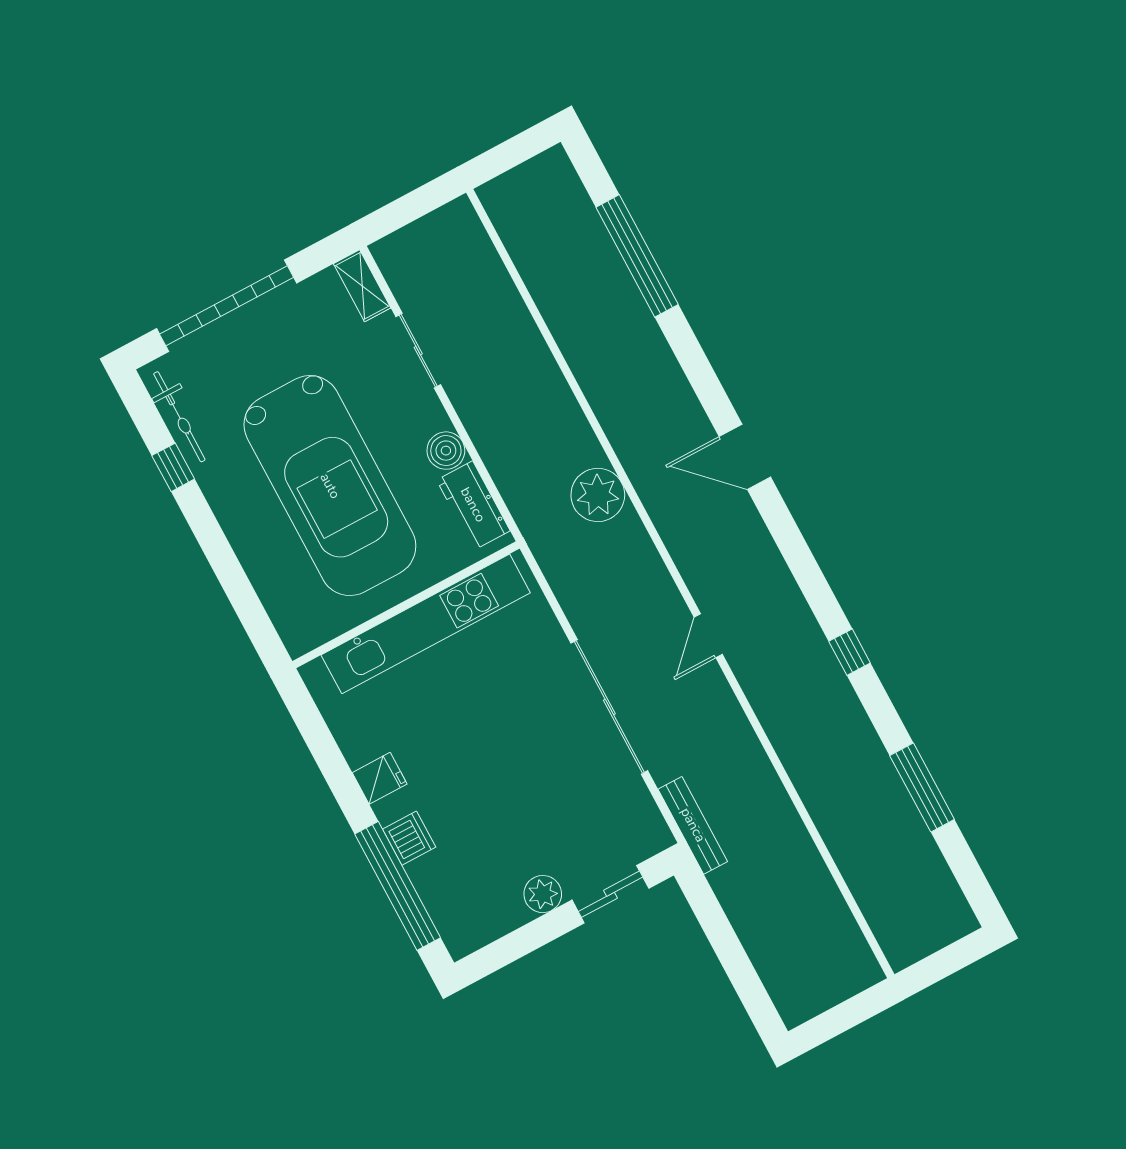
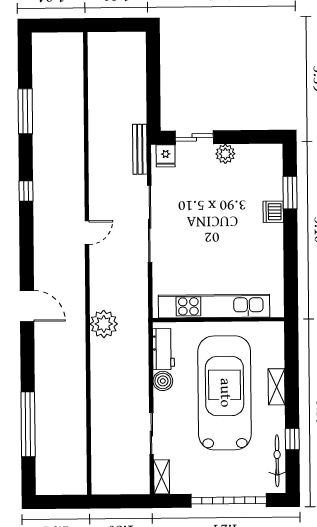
shelving: (247, 542) -> (277, 387), added
fridge: (380, 778) -> (166, 156), moved, turned -90
window: (398, 886) -> (290, 193), width x0.47

